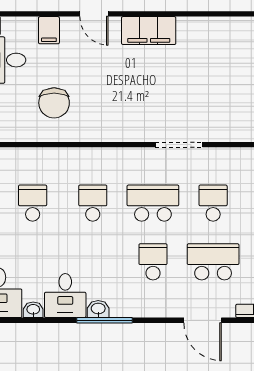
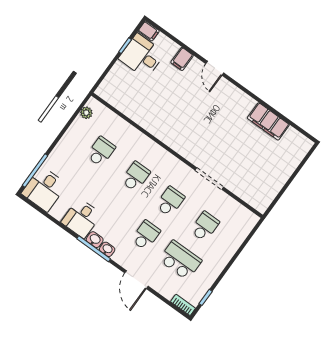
filing cabinet: (149, 31) -> (268, 121), moved
chair: (54, 103) -> (155, 103), removed
school desk: (153, 203) -> (170, 201), width x0.54
washbasin: (33, 310) -> (107, 249), moved
door: (203, 320) -> (136, 280), moved

